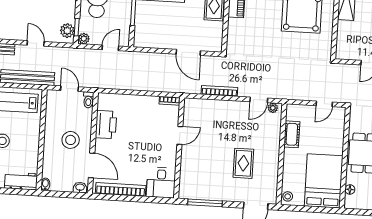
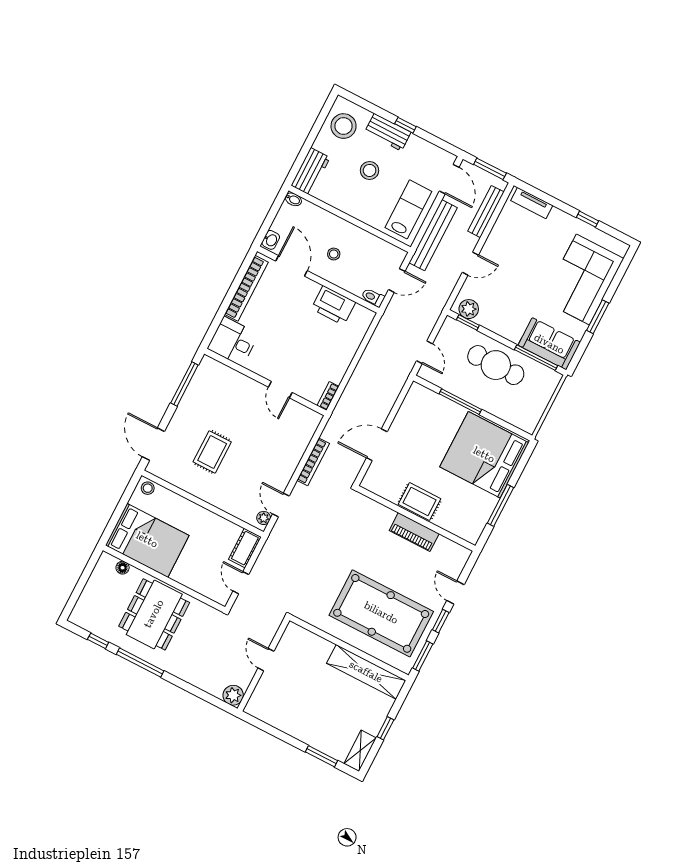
plant: (84, 39) -> (450, 325), removed
cot: (292, 134) -> (245, 548), moved, turned 90
stool: (71, 140) -> (334, 254), width x0.53, depth x0.53
rug: (243, 163) -> (212, 452), turned 90
door: (92, 165) -> (291, 266), swing flipped

